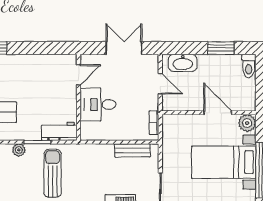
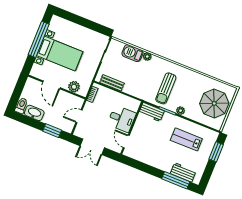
window: (221, 48) -> (52, 131), moved
washbasin: (183, 63) -> (34, 113), moved
door: (79, 75) -> (126, 142), hinge flipped
door: (160, 84) -> (79, 116), hinge flipped
plant: (247, 123) -> (74, 87), moved

